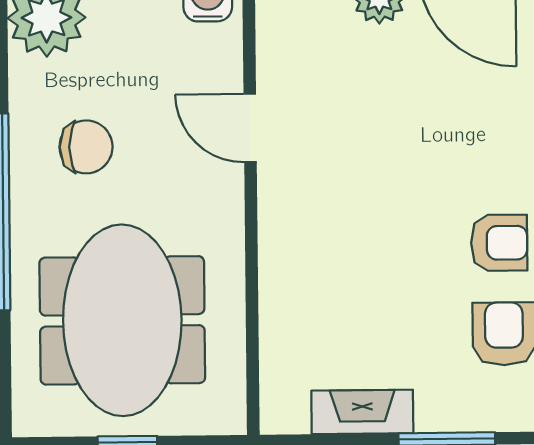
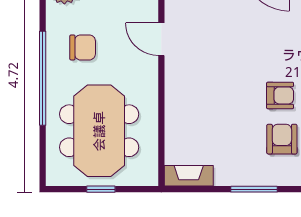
fireplace: (362, 412) -> (189, 176), moved

